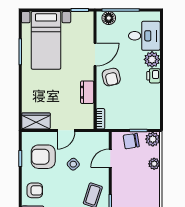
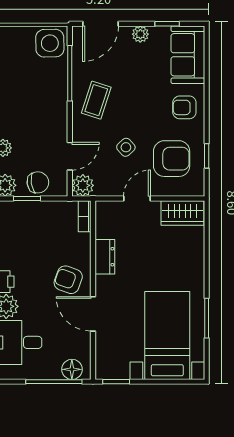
door: (95, 55) -> (93, 314), hinge flipped
armchair: (111, 77) -> (68, 280), turned -57
plant: (102, 139) -> (83, 185), added

